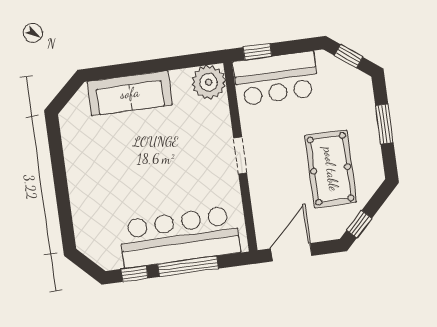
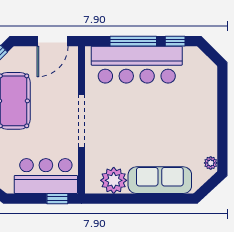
plant: (209, 82) -> (114, 180), moved
plant: (68, 124) -> (211, 163), added
doorway: (240, 155) -> (81, 121), width x1.88

